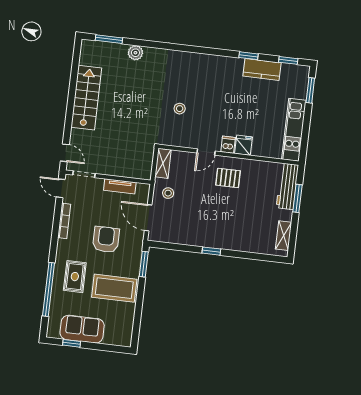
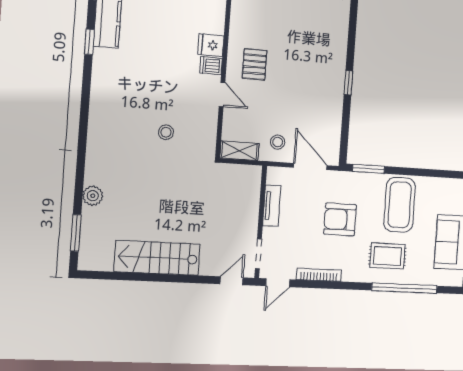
door: (148, 218) -> (310, 166), swing flipped

